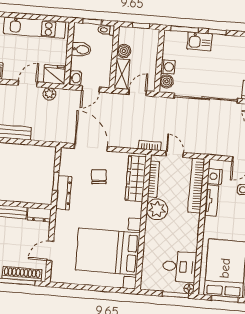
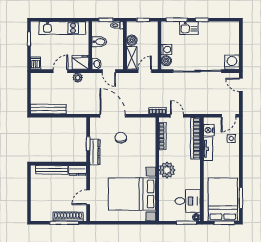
door: (91, 89) -> (109, 71), hinge flipped
wardrobe: (136, 179) -> (149, 137), removed
plant: (157, 209) -> (167, 170), moved

